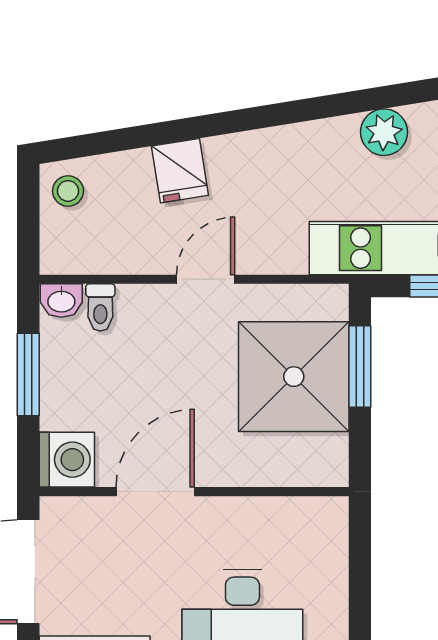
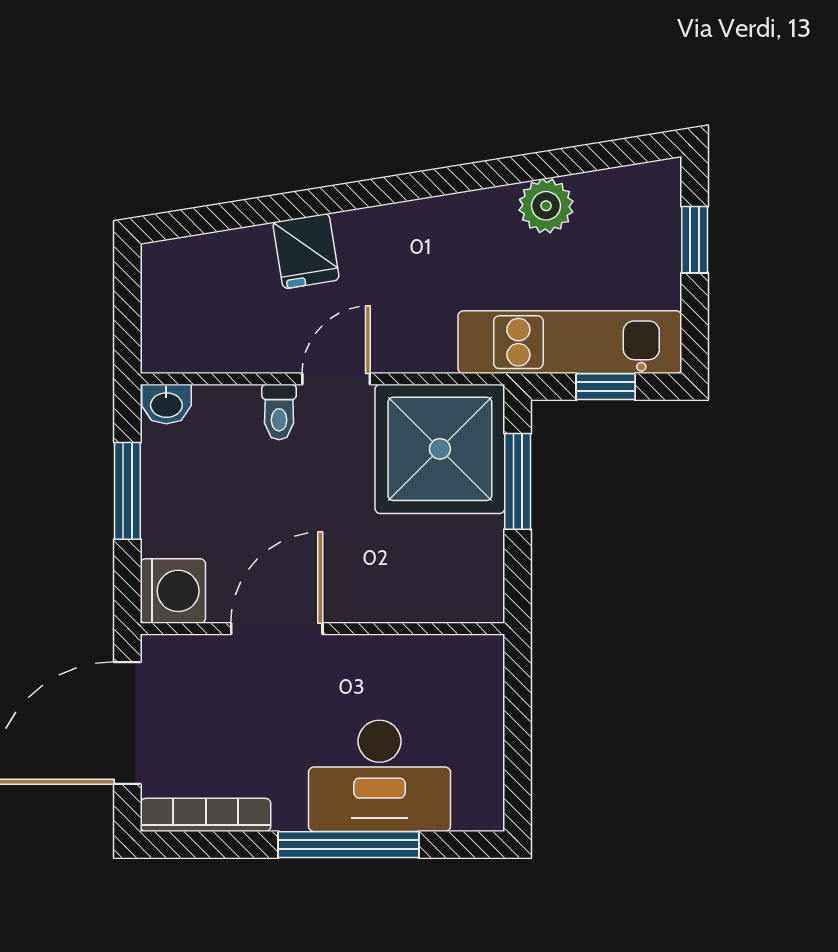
stool: (68, 191) -> (174, 275), removed
toilet: (100, 307) -> (279, 412), moved
shower: (294, 377) -> (440, 449), moved

